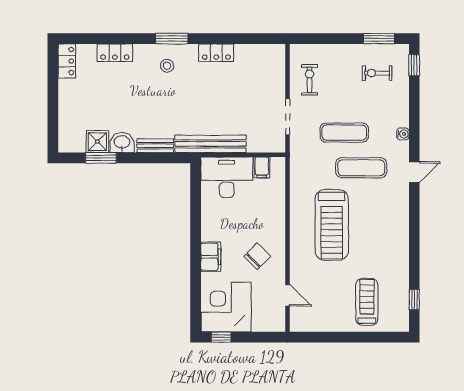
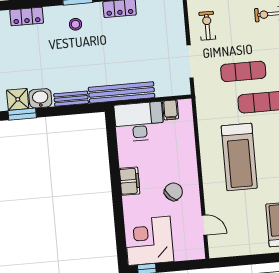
filing cabinet: (211, 257) -> (130, 181), moved

